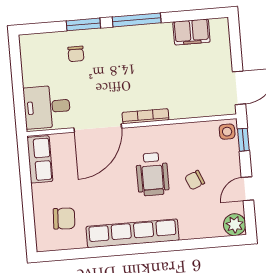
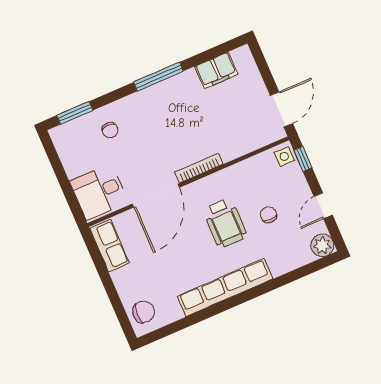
window: (83, 24) -> (75, 113), moved
chair: (195, 180) -> (268, 215), turned 113
chair: (64, 219) -> (144, 312), moved

